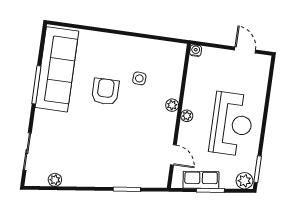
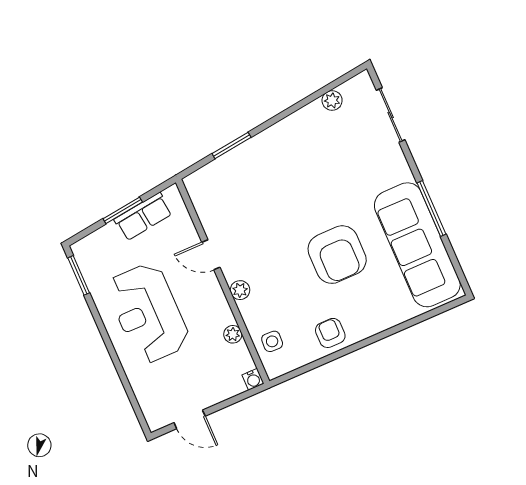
armchair: (136, 50) -> (330, 333), added
side table: (139, 78) -> (272, 341), moved
armchair: (105, 92) -> (337, 255), width x1.36, depth x1.36
plant: (187, 116) -> (233, 334), moved
door: (173, 155) -> (211, 255), moved
plant: (244, 181) -> (86, 250), removed

